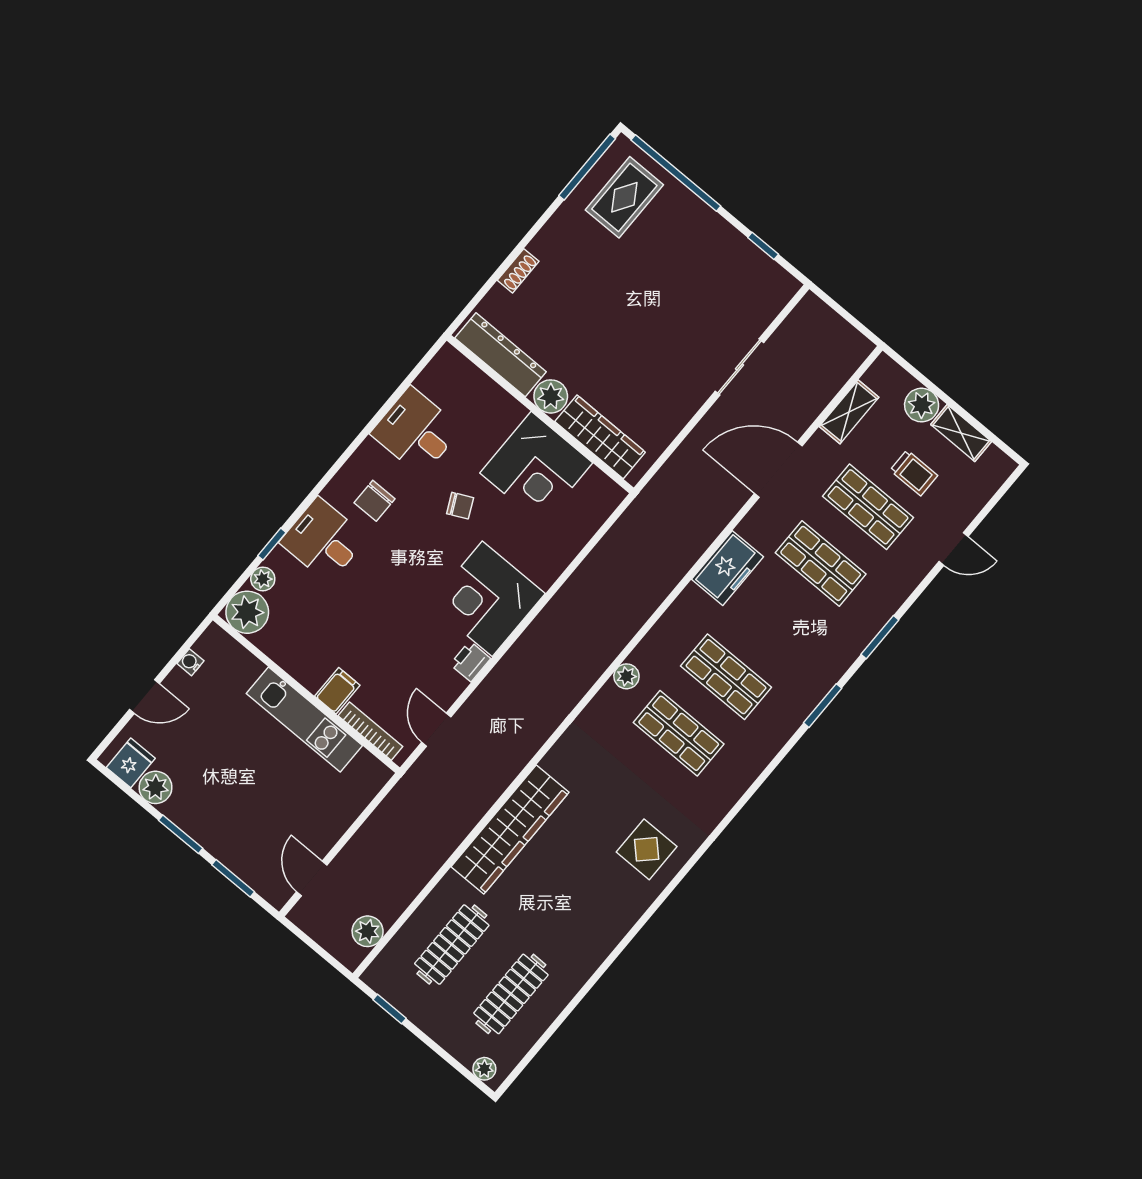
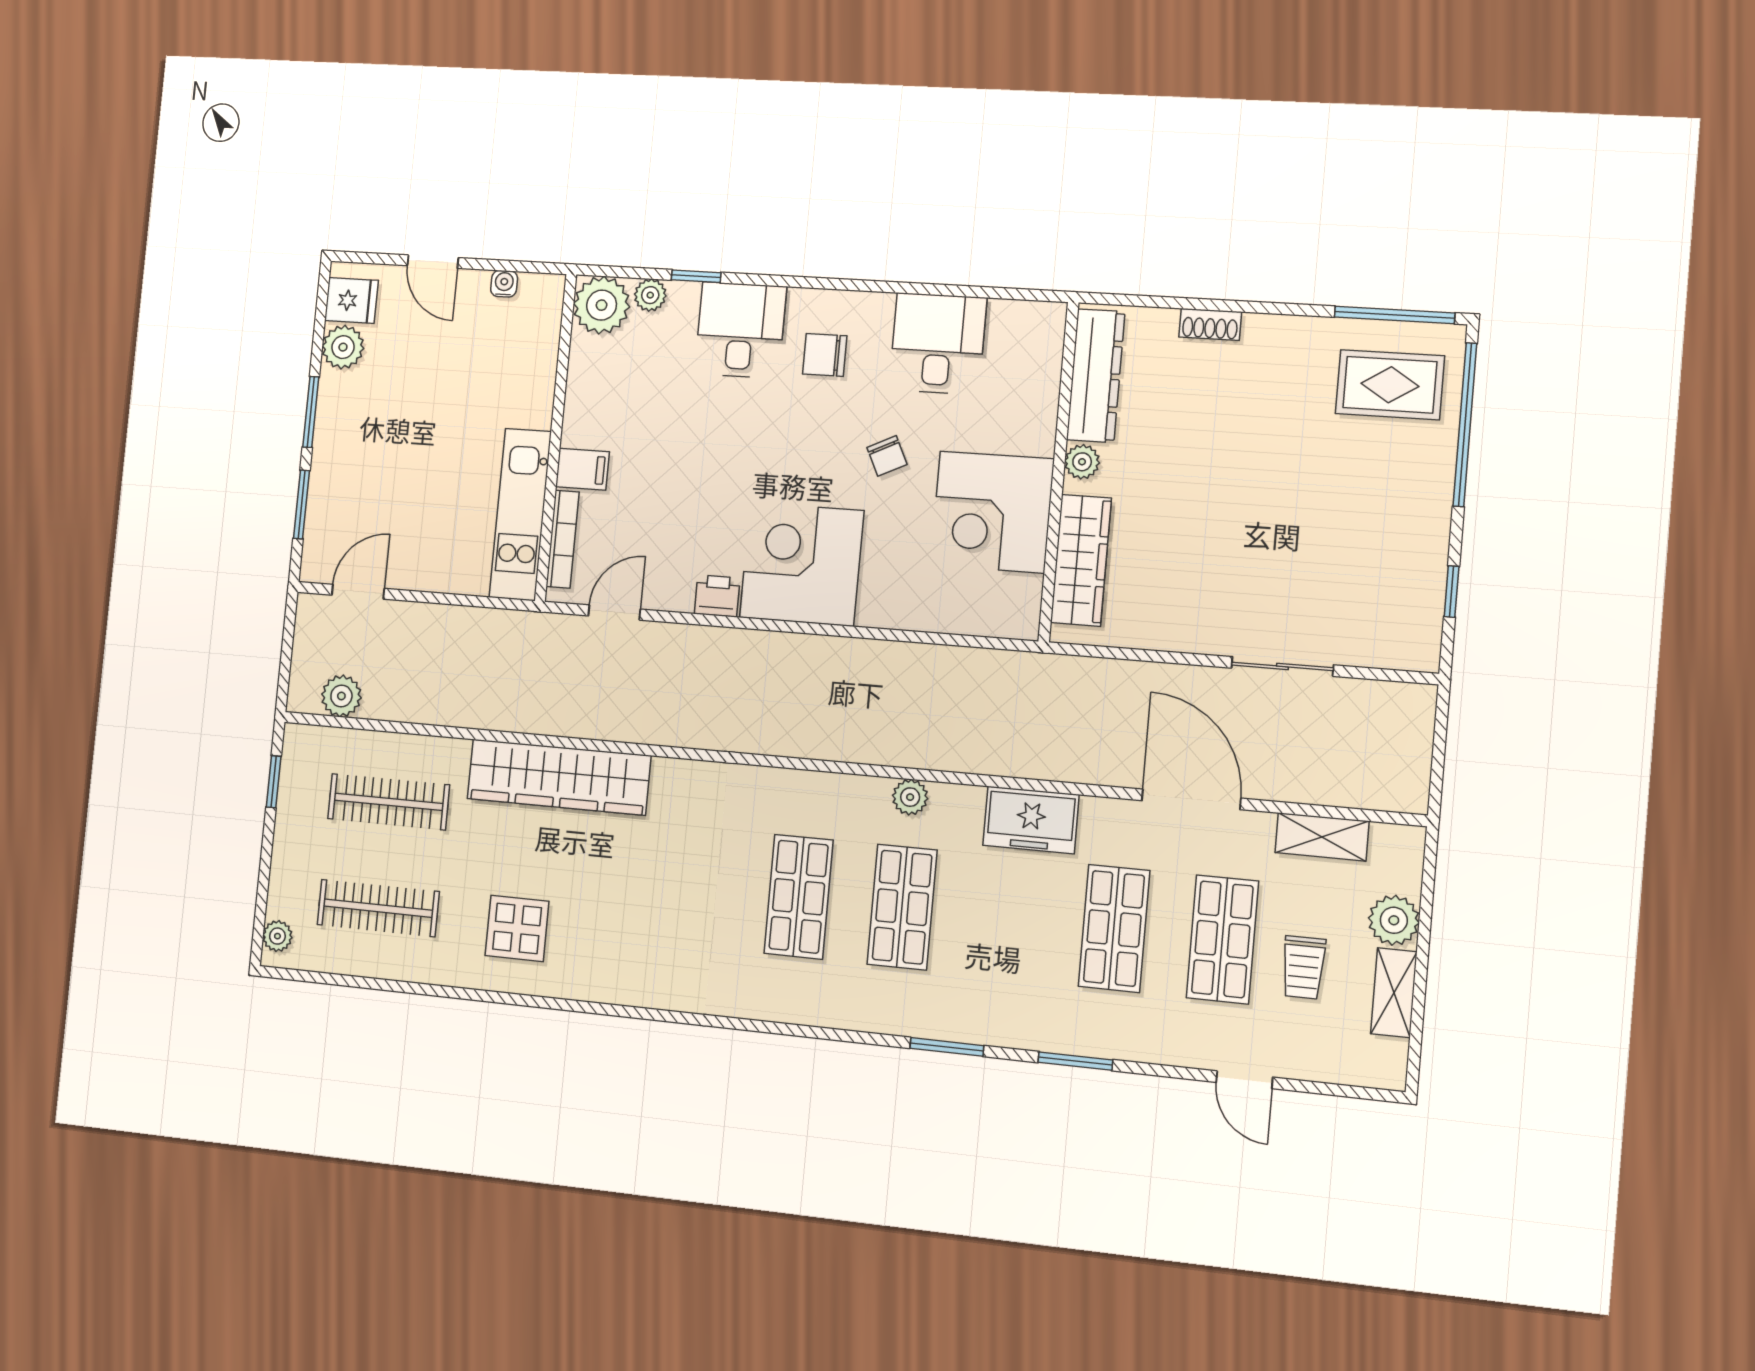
plant: (551, 396) -> (1082, 462), width x0.73, depth x0.73
plant: (626, 676) -> (910, 797), moved
kitchen unit: (304, 719) -> (520, 514), moved
display table: (647, 849) -> (517, 928), moved

